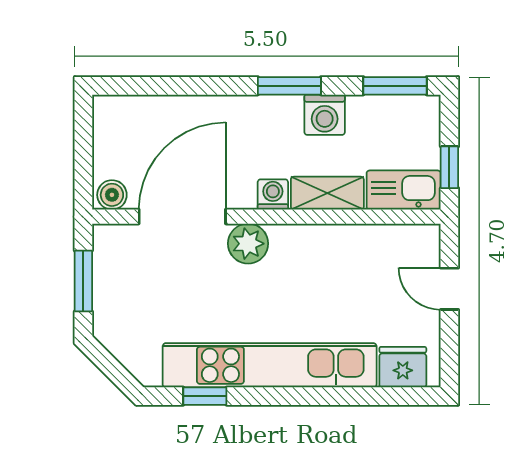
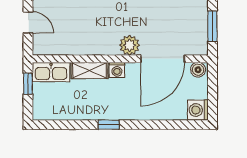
window: (289, 86) -> (109, 125), width x0.67
window: (395, 86) -> (55, 125), removed
washing machine: (325, 115) -> (198, 110), moved, turned -90

